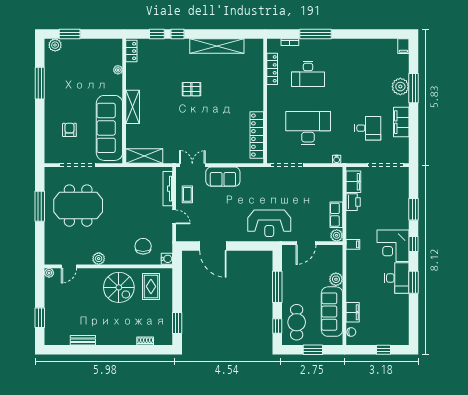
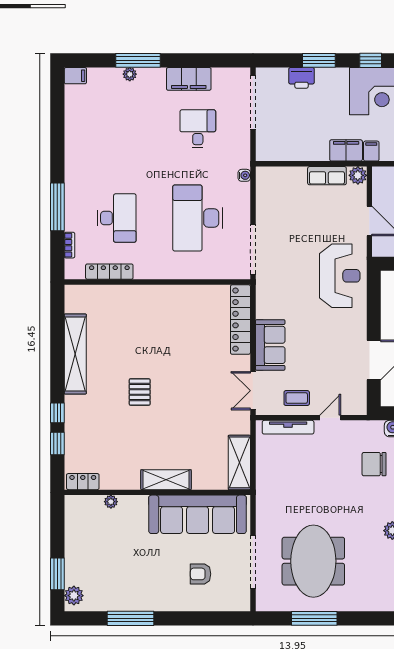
plant: (400, 87) -> (130, 74), width x0.53, depth x0.53
locker: (257, 135) -> (240, 320), moved, turned 90
filing cabinet: (353, 182) -> (346, 150), moved
printer: (353, 202) -> (301, 78), moved, turned 180

